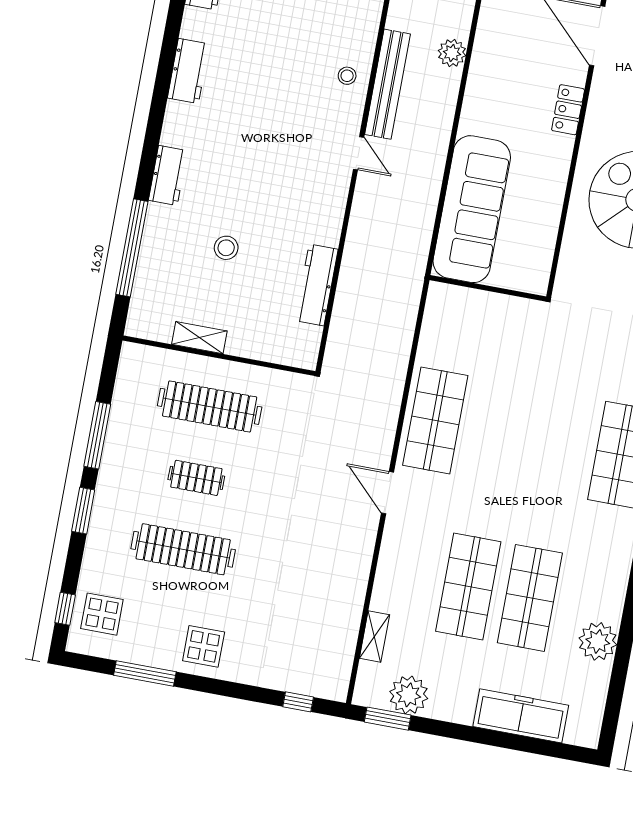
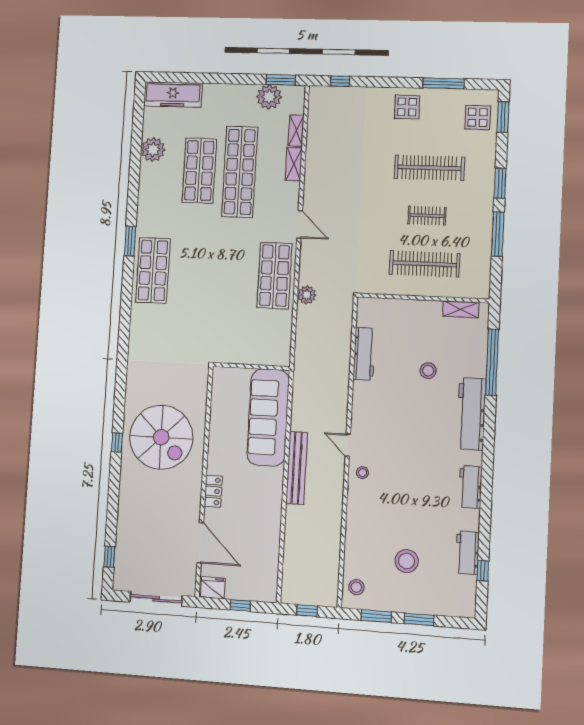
plant: (452, 53) -> (307, 295), moved
stool: (347, 76) -> (362, 473), moved
bench: (387, 84) -> (297, 468), moved
workbench: (168, 175) -> (471, 414), width x1.88, depth x1.32
shelving: (199, 338) -> (461, 309), moved
shelving: (384, 586) -> (294, 164), added
shop shelf: (468, 586) -> (240, 172), width x1.40
window: (65, 609) -> (503, 117), width x1.50
freezer: (521, 716) -> (173, 95), moved

